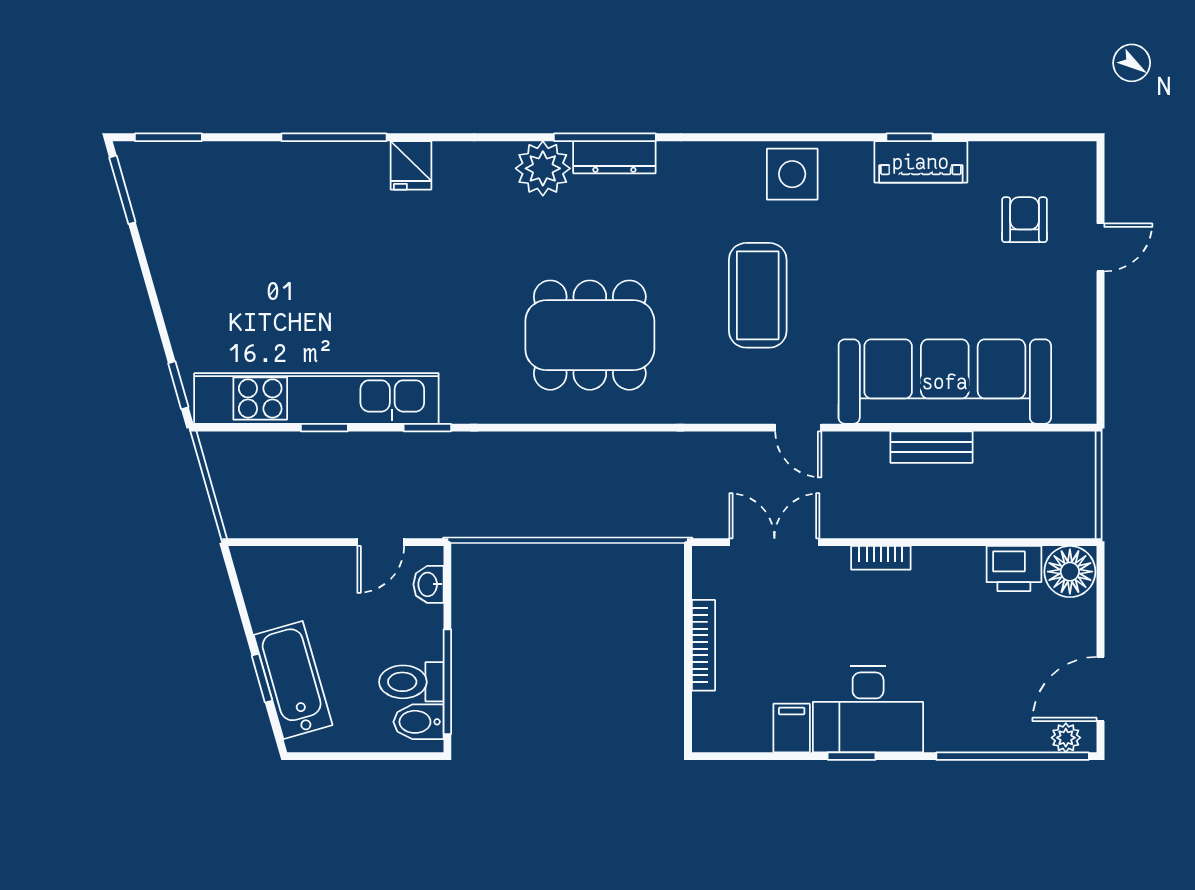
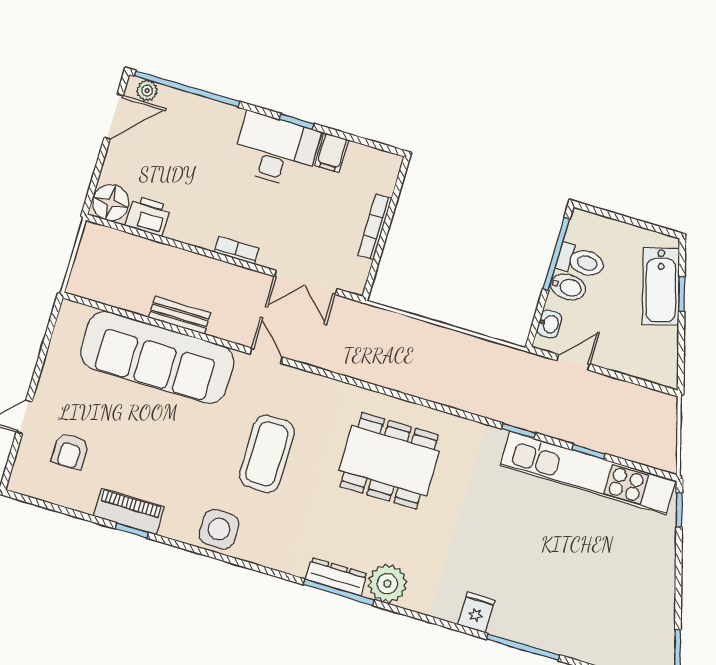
bidet: (418, 722) -> (568, 287), moved

